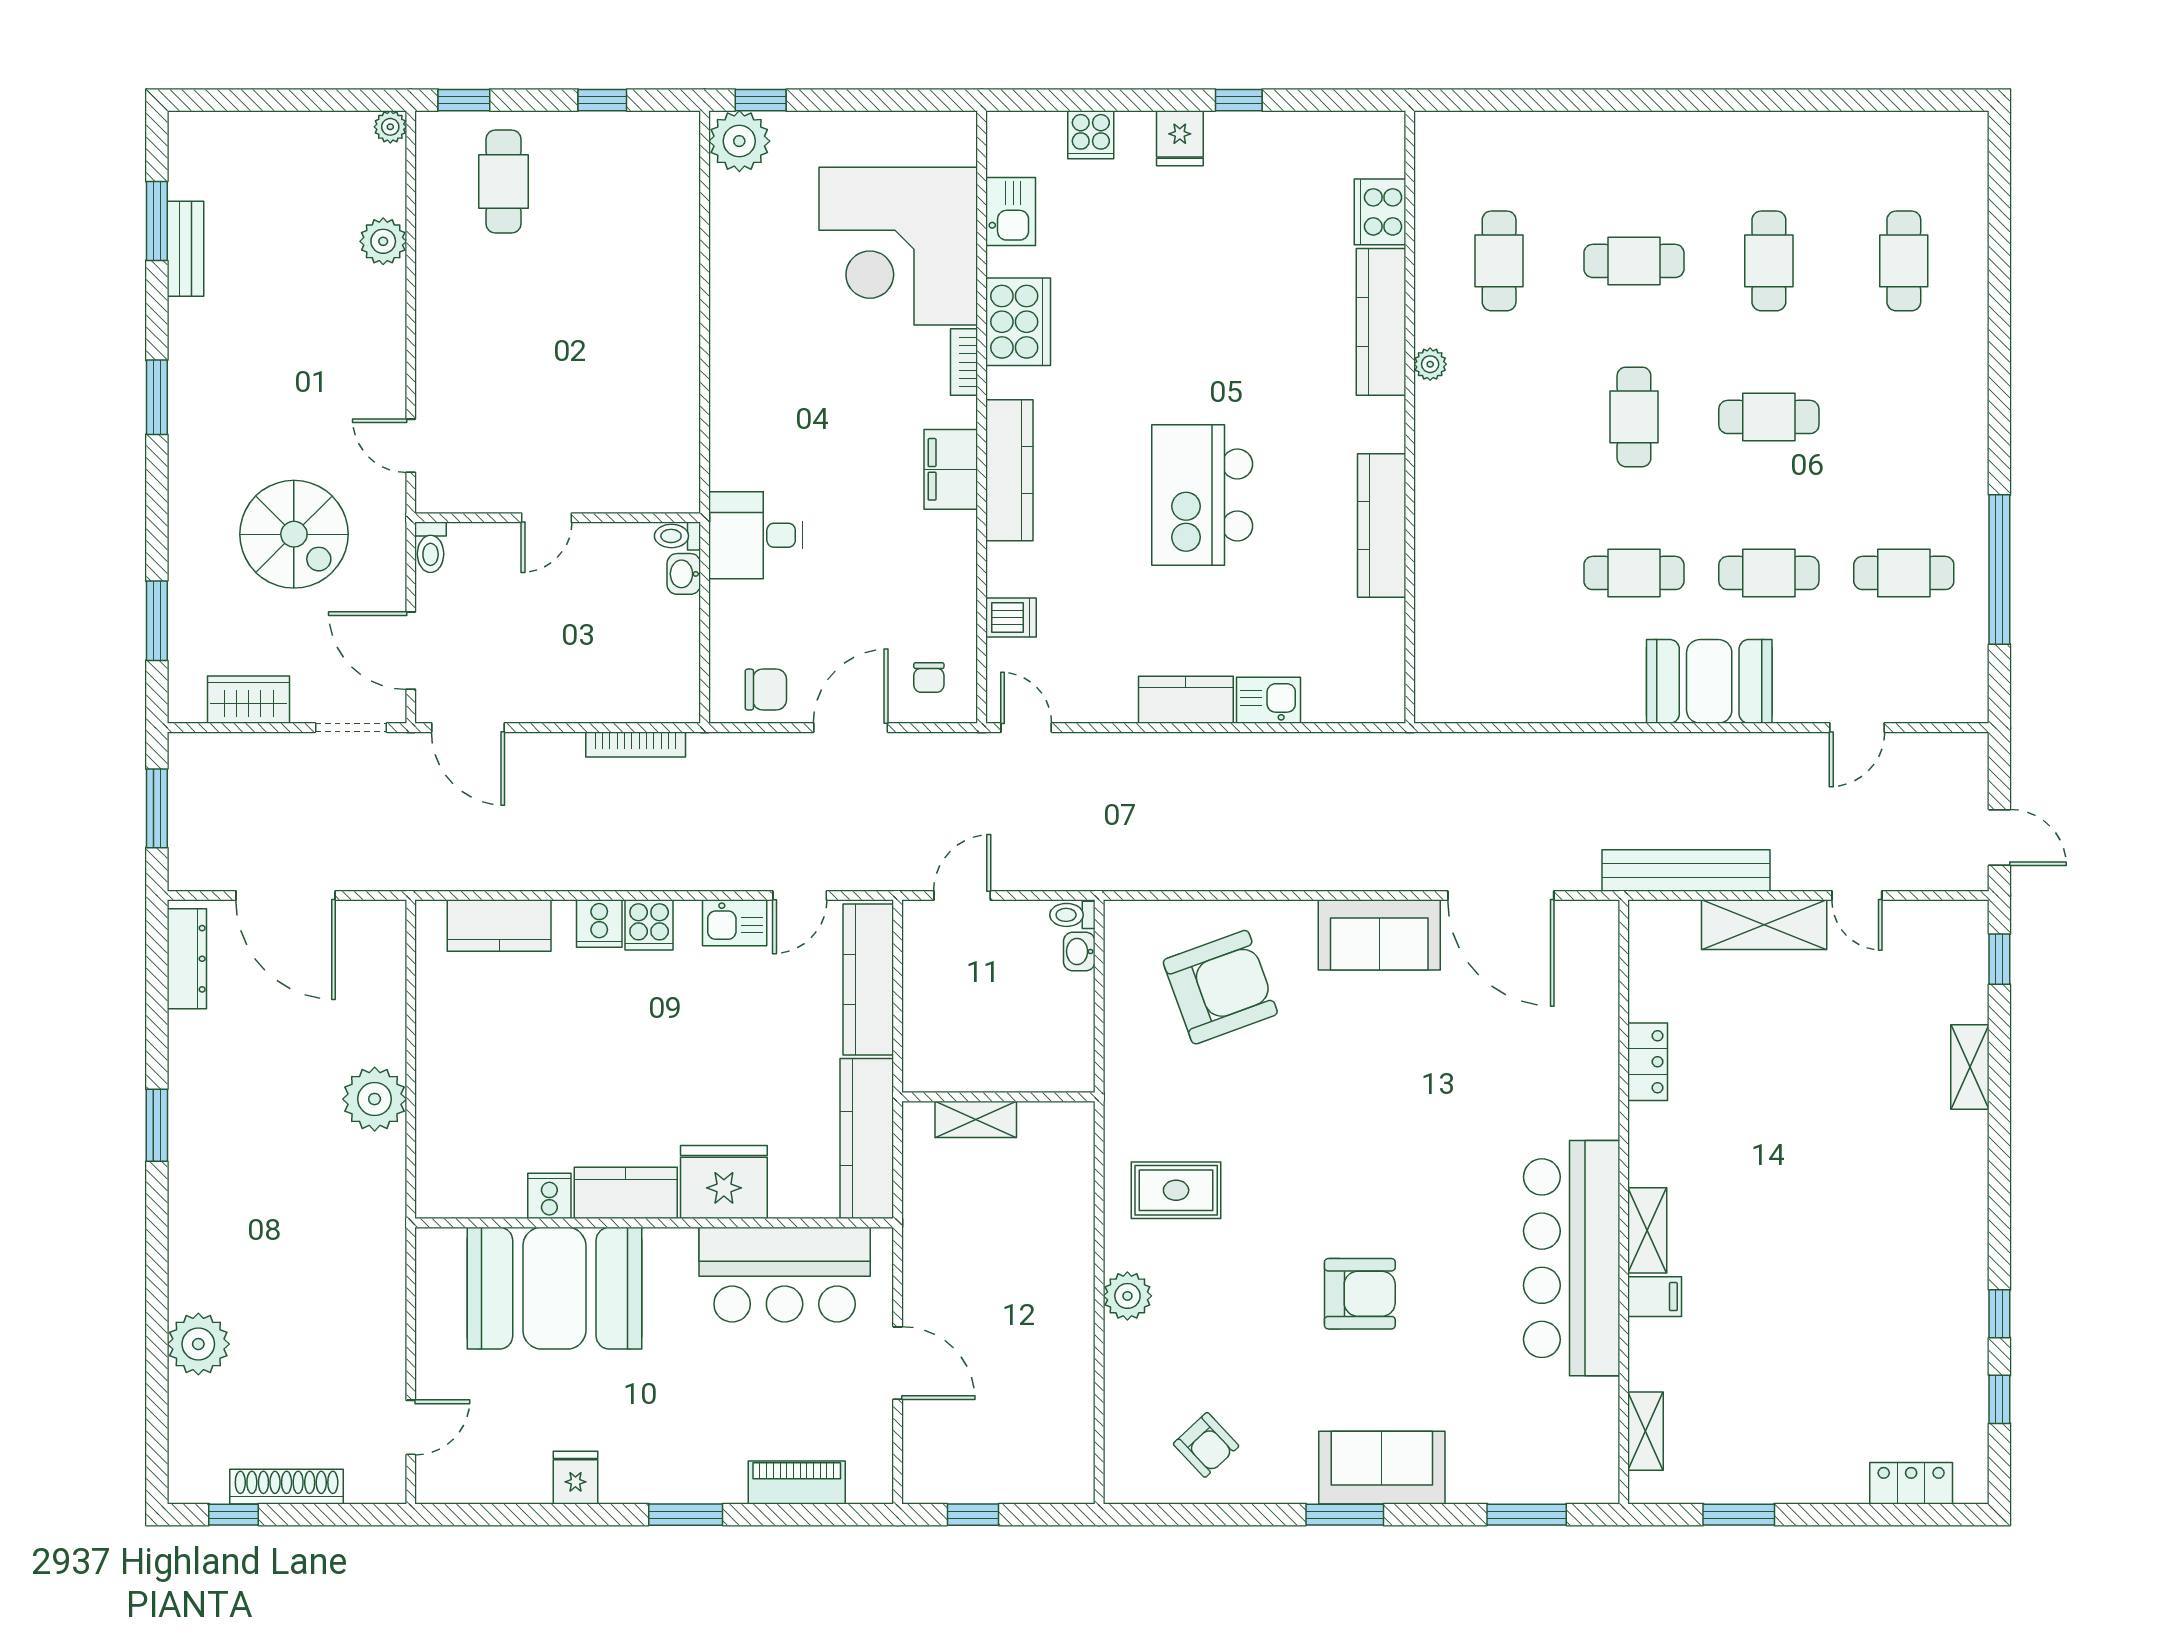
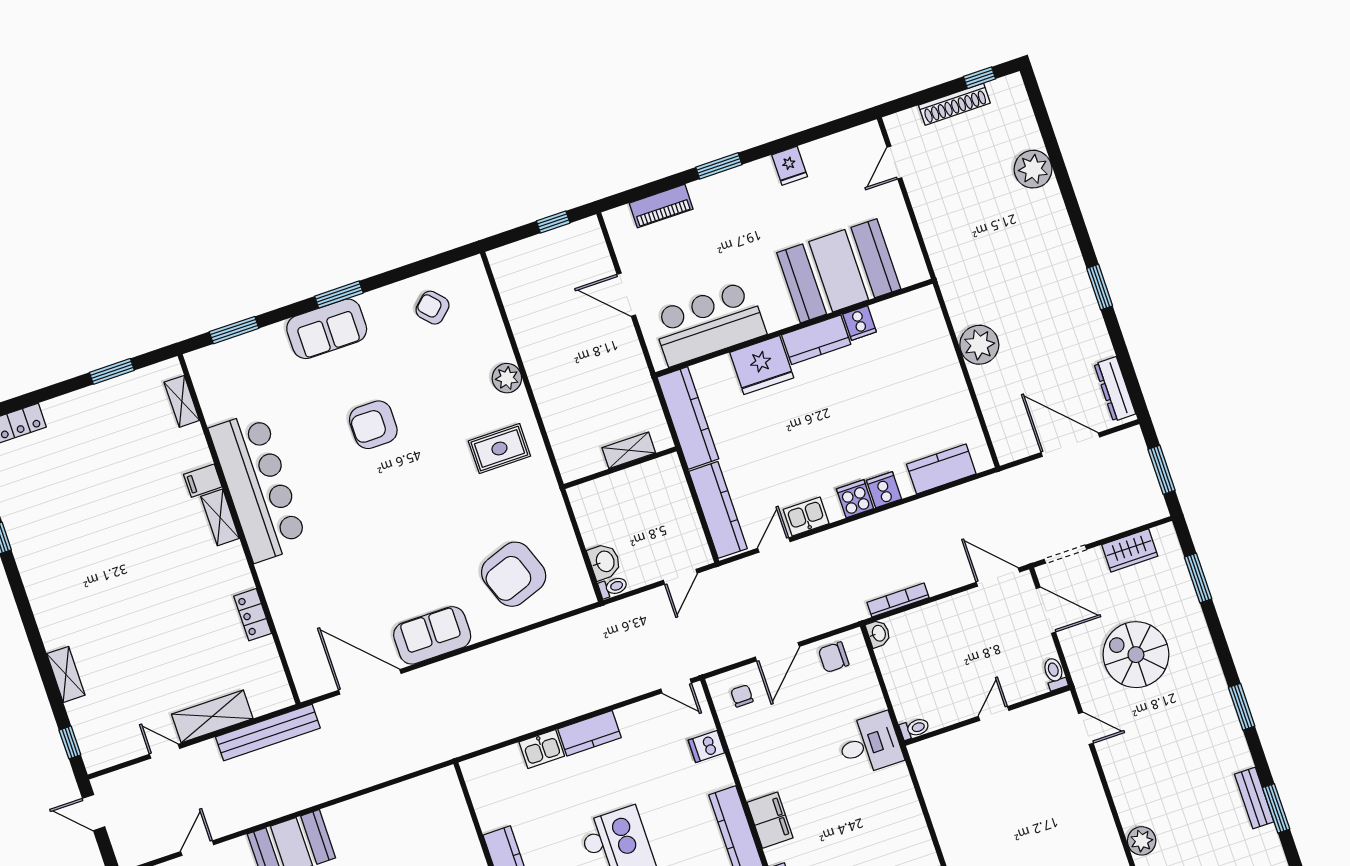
washbasin: (684, 574) -> (878, 633), moved
washbasin: (1079, 951) -> (604, 562), width x1.38, depth x1.45

